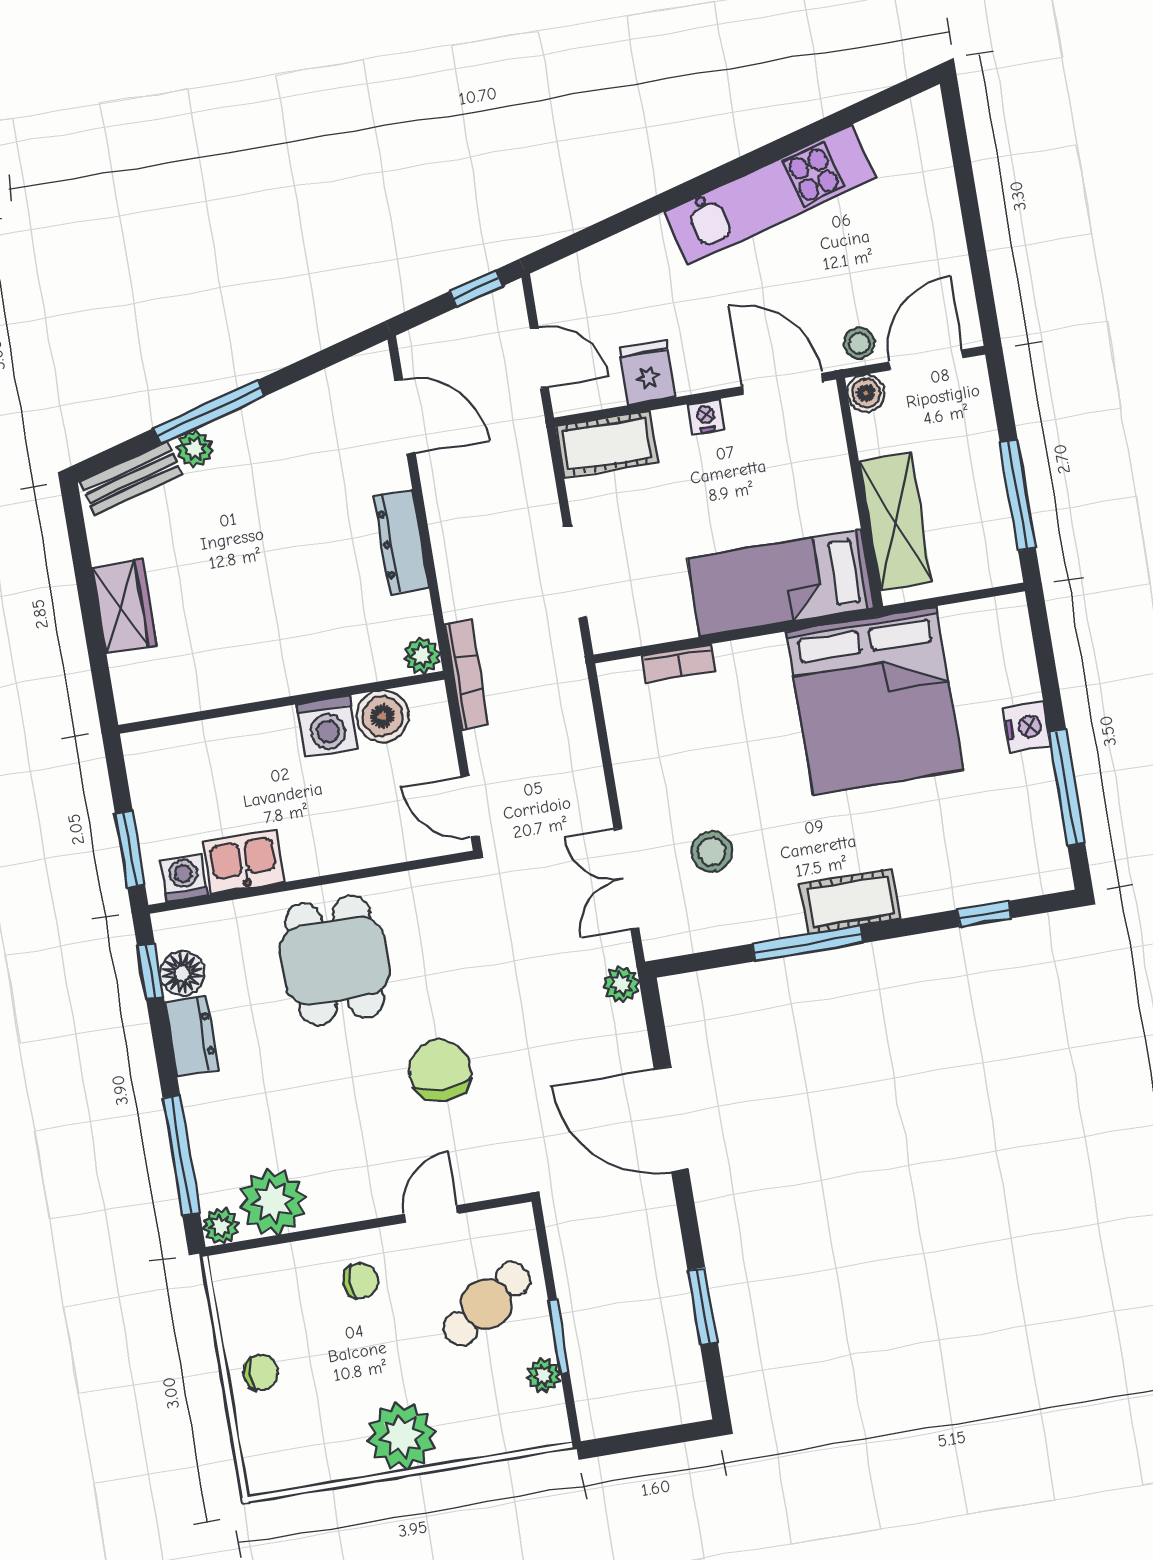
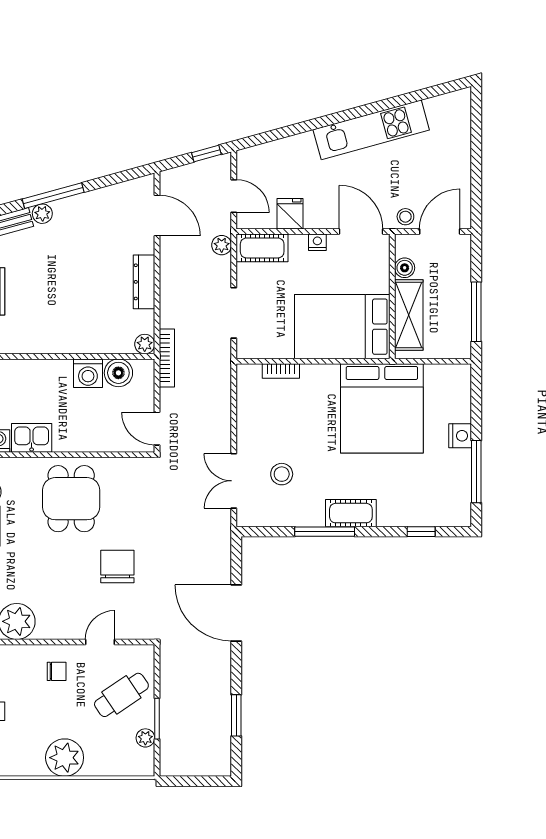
boiler: (866, 393) -> (405, 268), moved
bed: (781, 583) -> (342, 327), width x1.50
plant: (621, 984) -> (222, 245), moved

